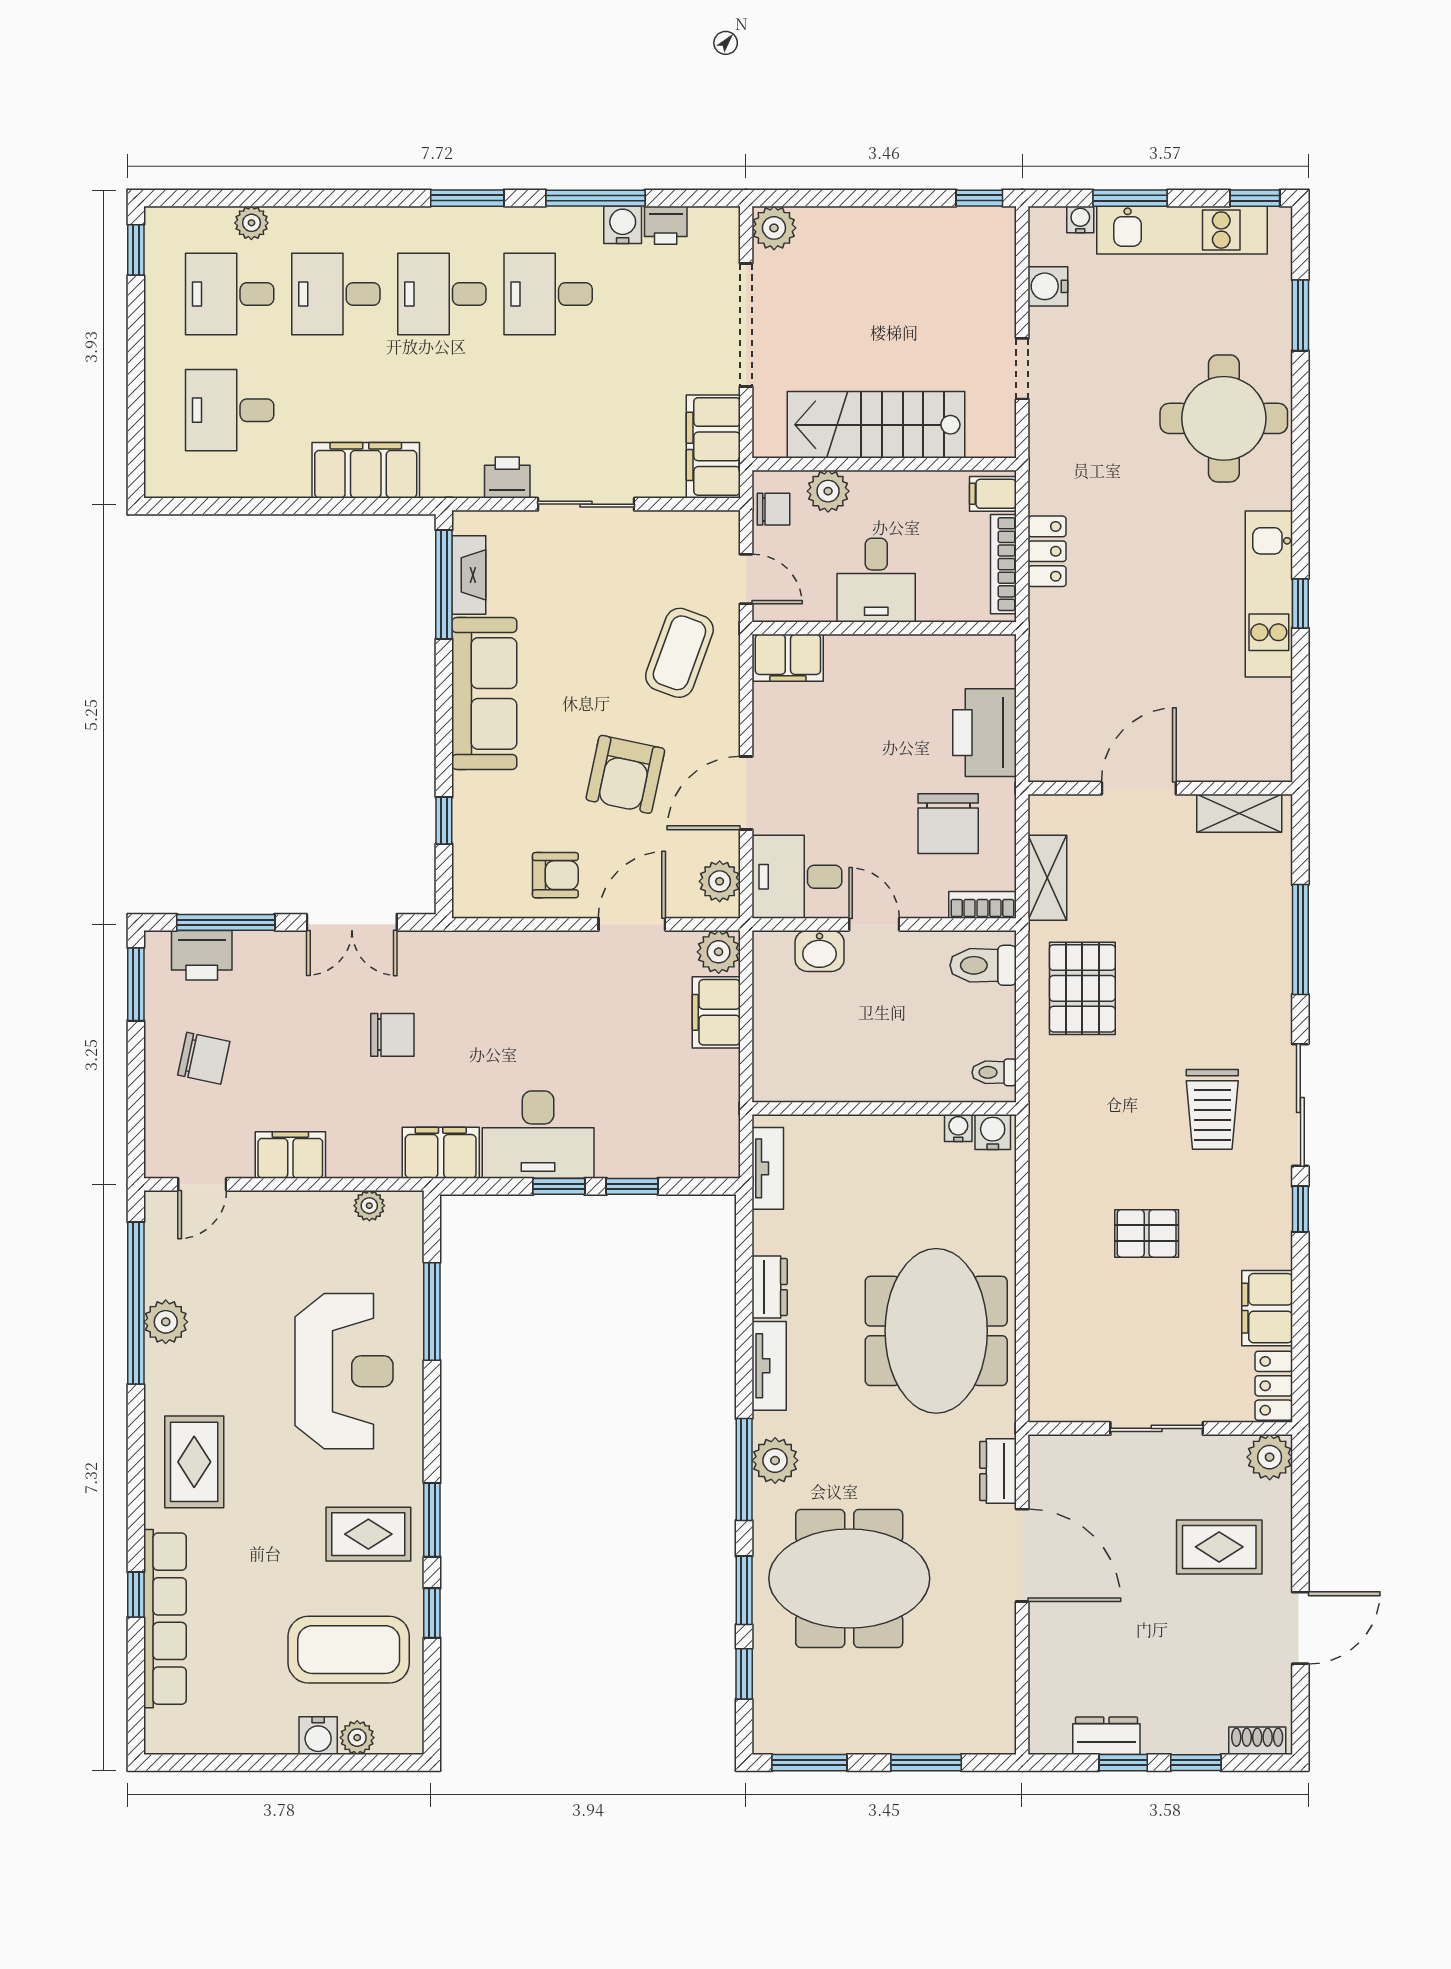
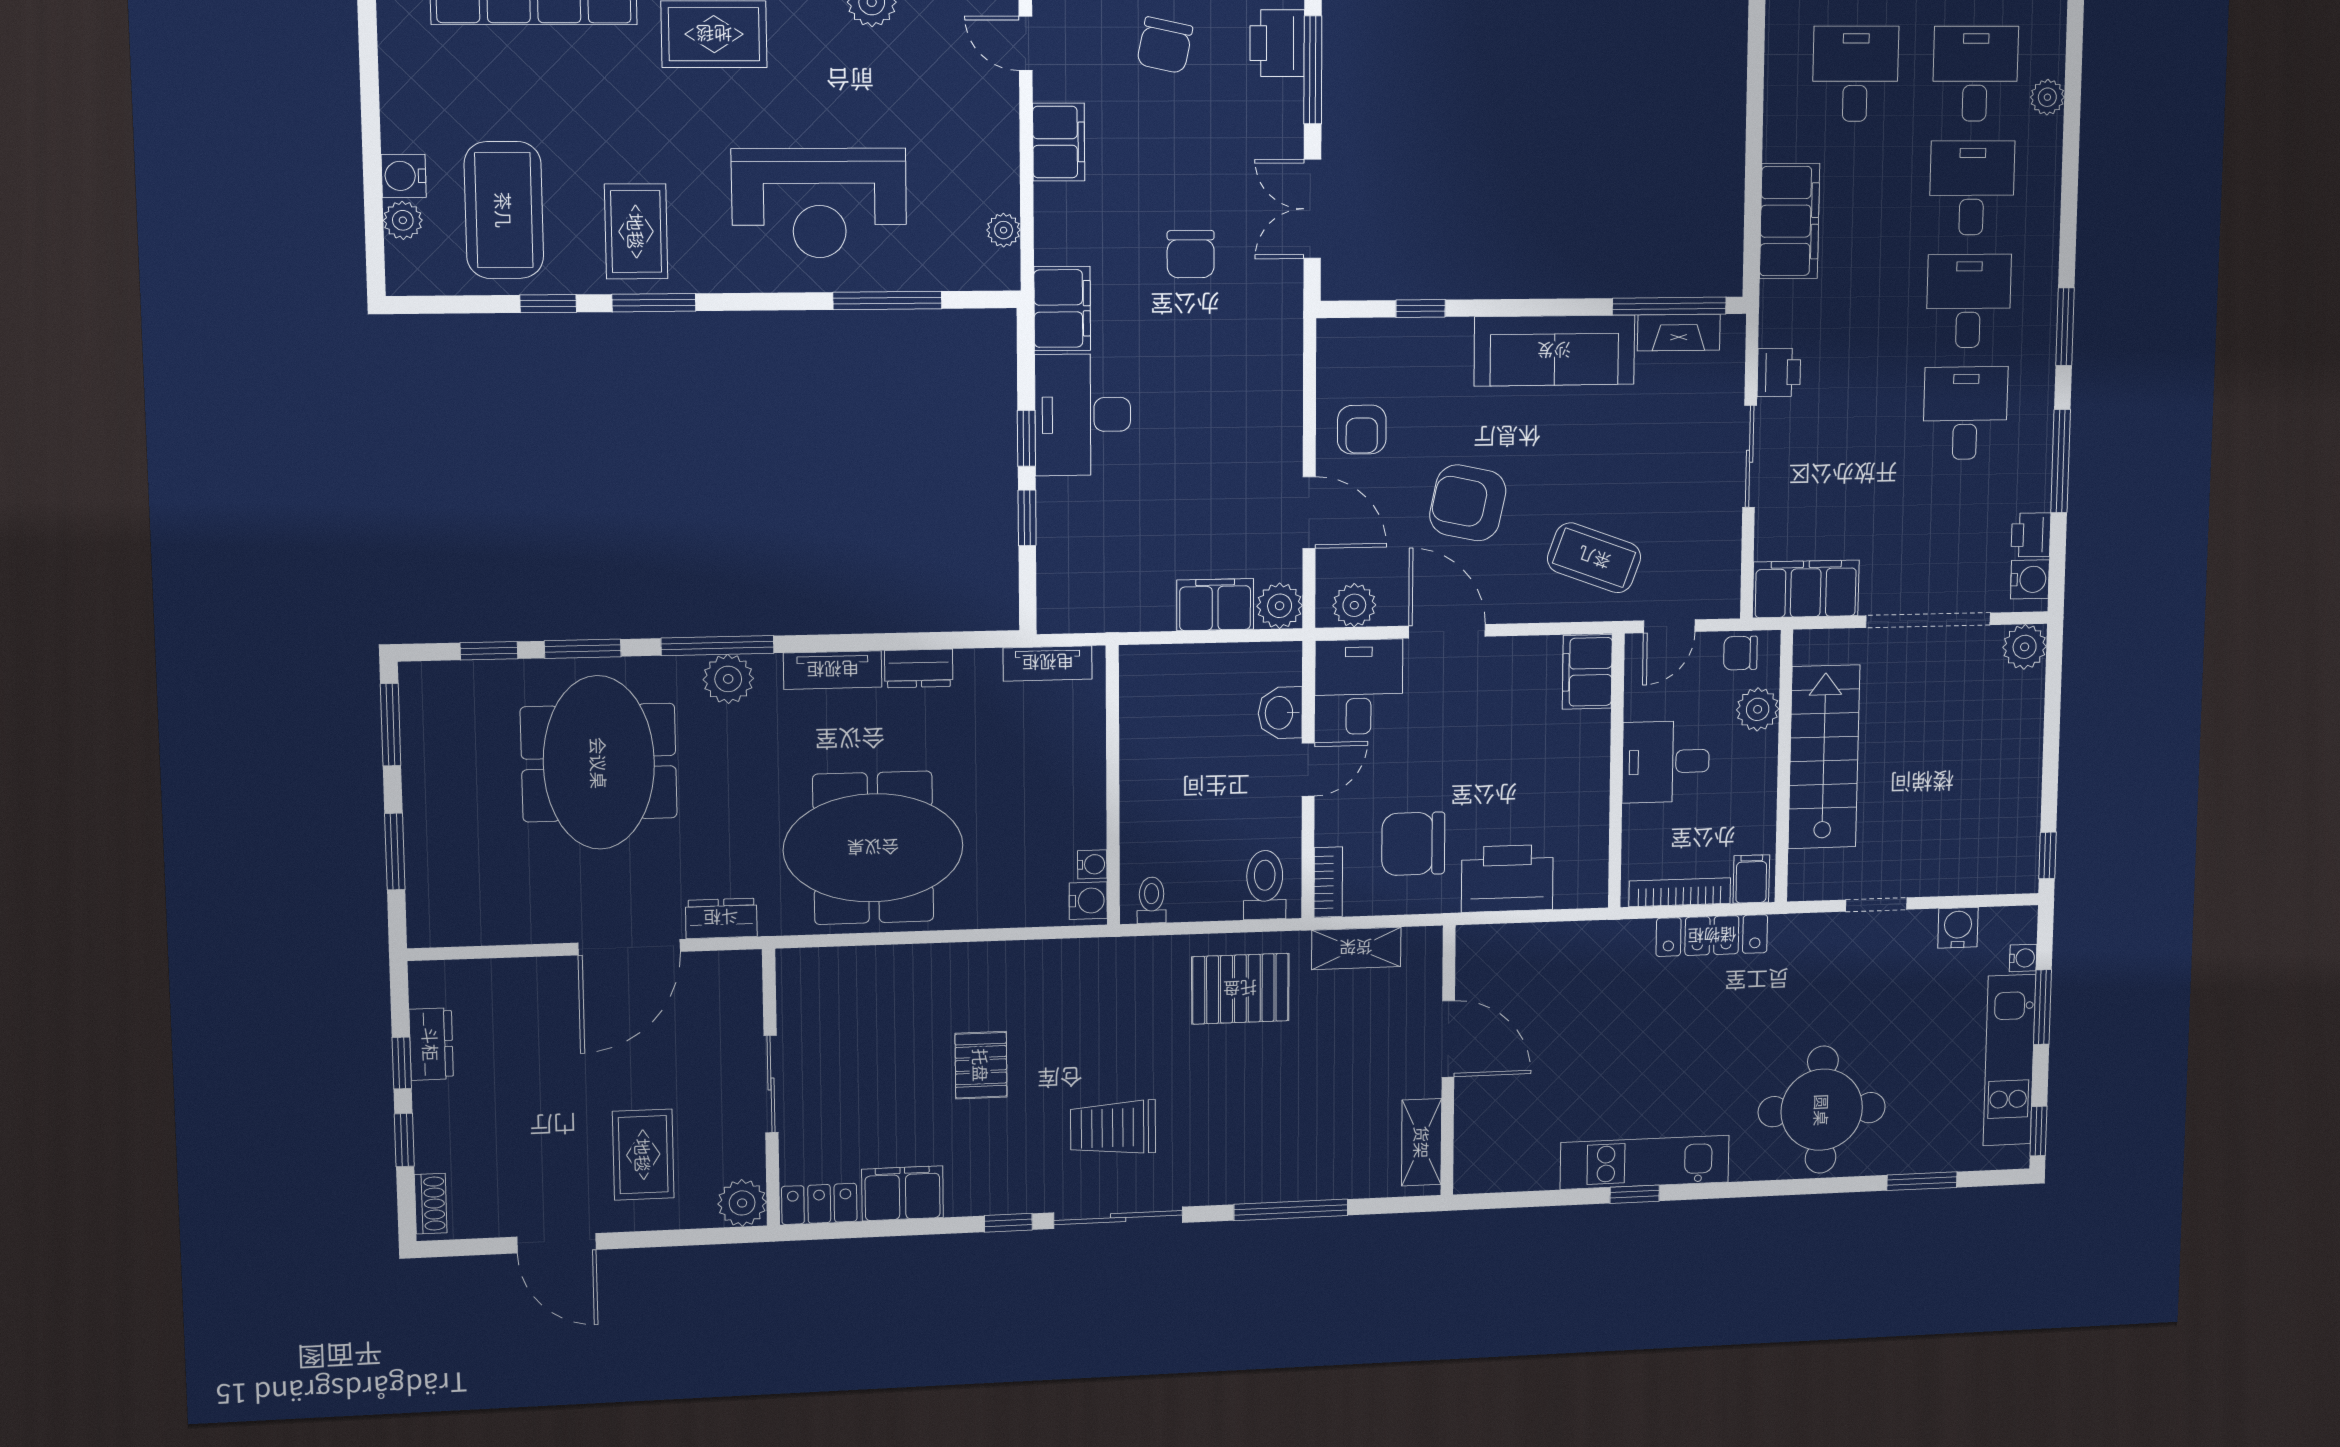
water cooler: (623, 225) -> (2030, 579), moved
chair: (773, 509) -> (1740, 653), turned 90
locker: (1047, 551) -> (1712, 936), width x1.53

